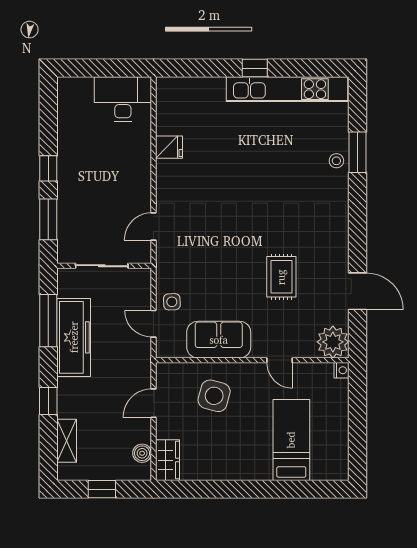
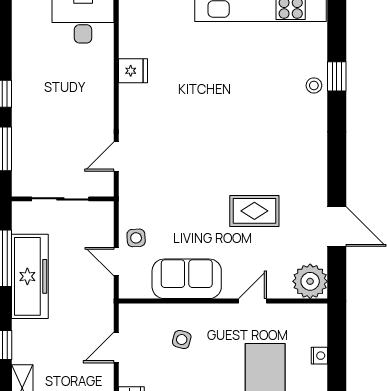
window: (358, 152) -> (337, 76), width x0.67
rug: (281, 277) -> (254, 211), turned 90
door: (280, 360) -> (252, 301), swing flipped
nightstand: (341, 370) -> (319, 356), moved
side table: (214, 396) -> (182, 340), width x0.54, depth x0.54

